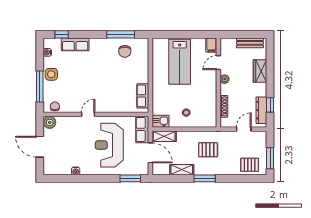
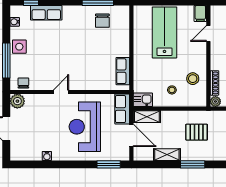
lab bench: (180, 62) -> (164, 32), turned 180
plant: (225, 79) -> (215, 101), moved
stool: (205, 103) -> (193, 79), added

